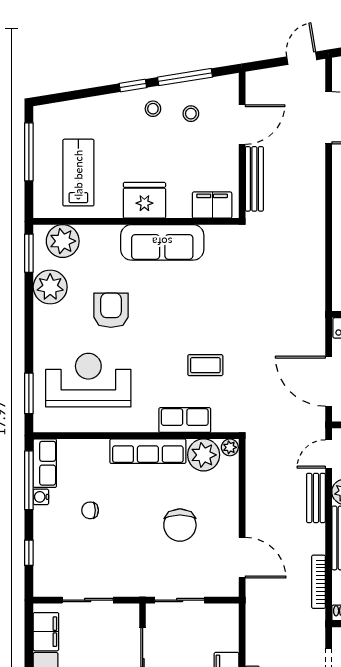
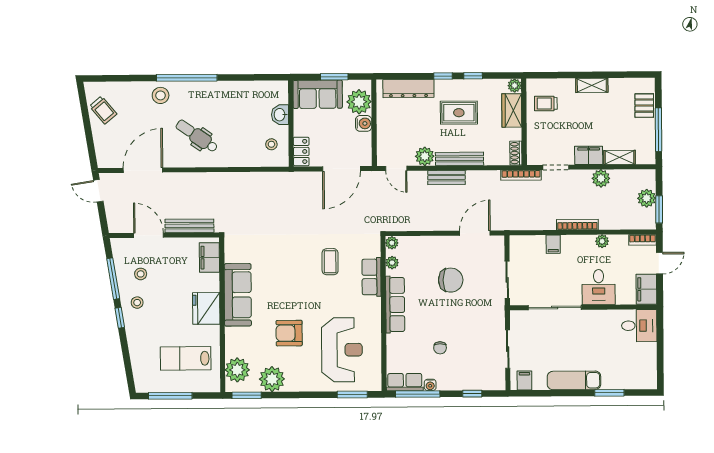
reception desk: (88, 380) -> (342, 350), turned 180
plant: (204, 455) -> (392, 263), width x0.53, depth x0.53
bench: (316, 498) -> (447, 178), moved
bookcase: (319, 582) -> (521, 175), moved
filing cabinet: (46, 632) -> (524, 380), width x0.50

